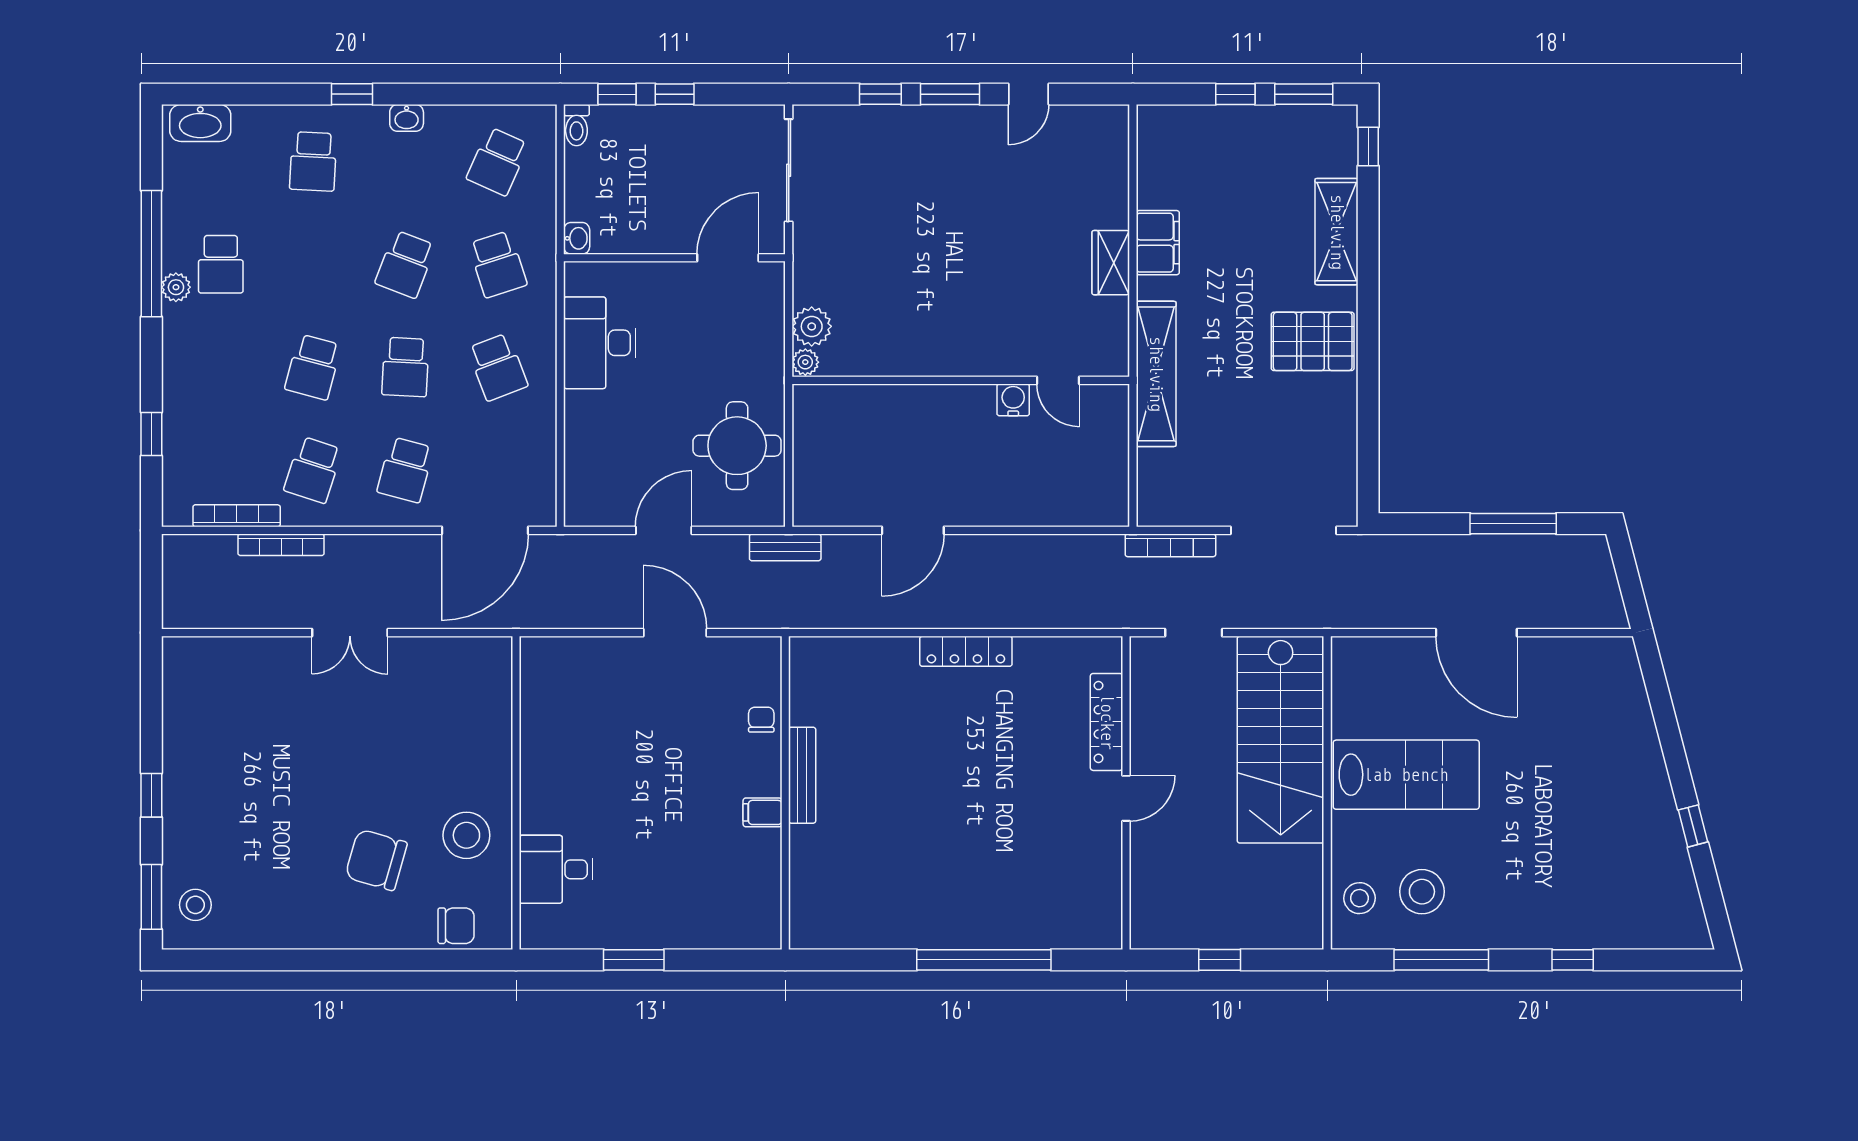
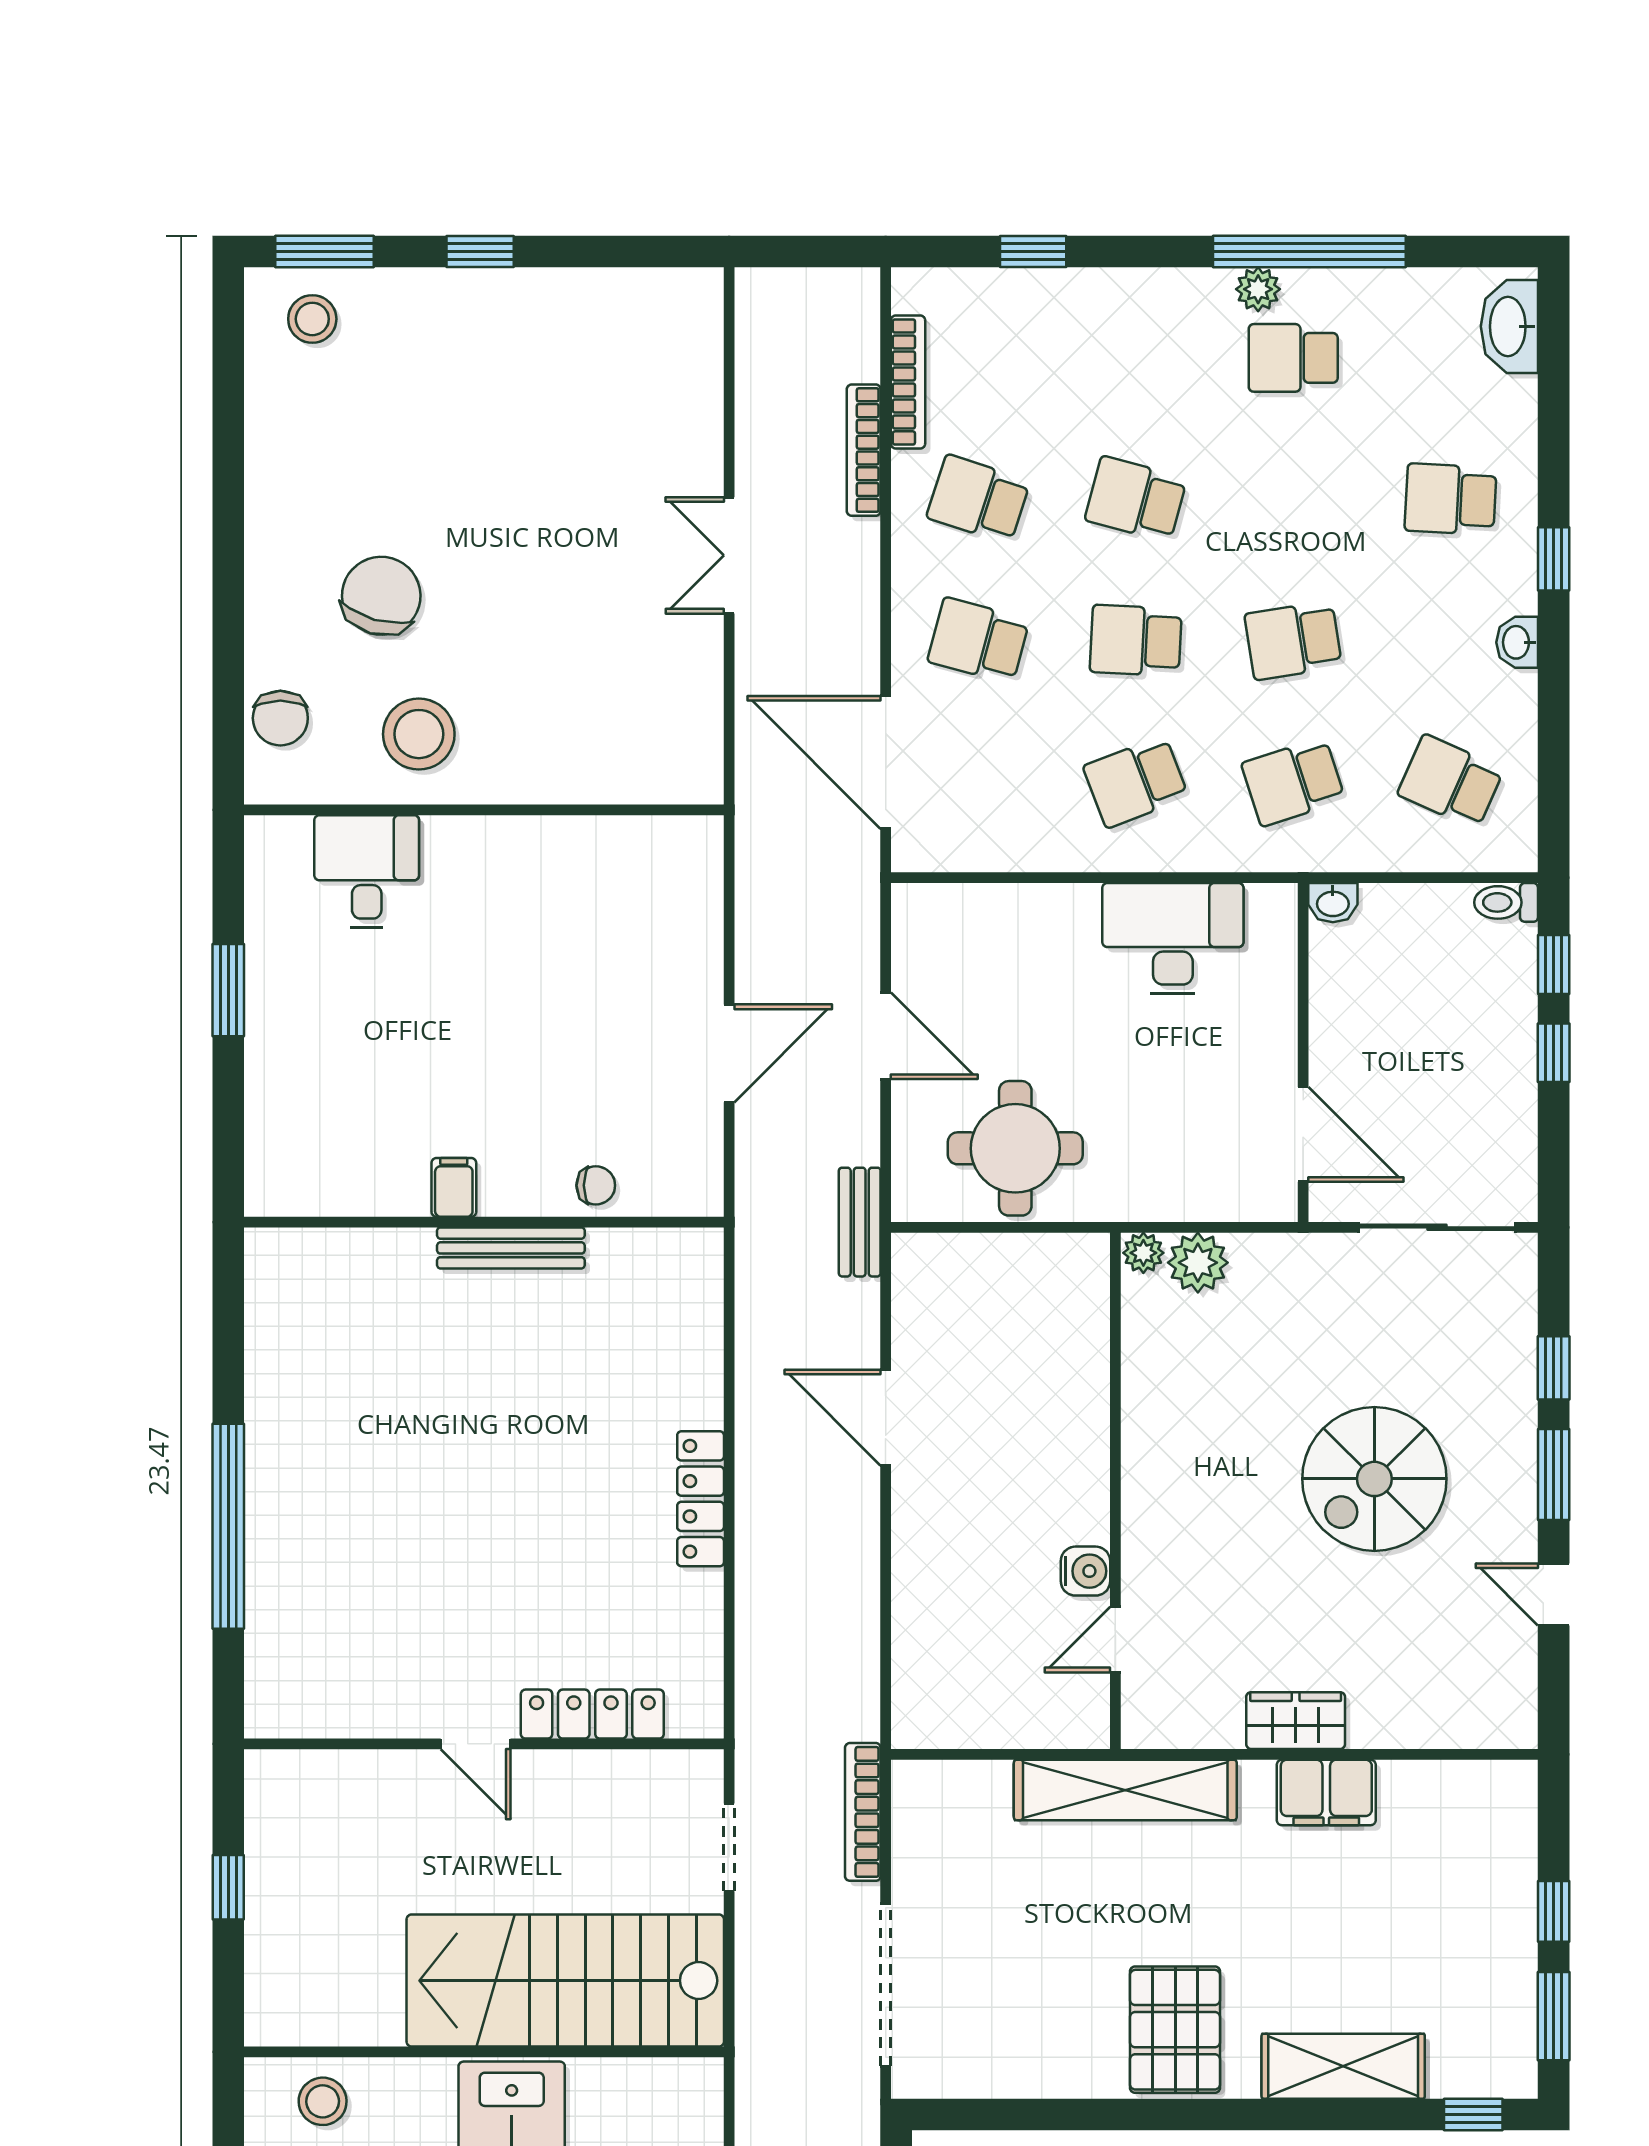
spiral stairs: (953, 211) -> (1374, 1479), added
school desk: (405, 264) -> (1293, 640), turned -30

